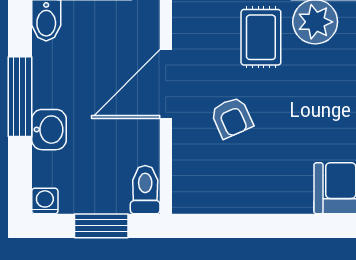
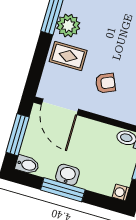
door: (166, 84) -> (60, 107), moved
washbasin: (49, 130) -> (67, 175), moved

